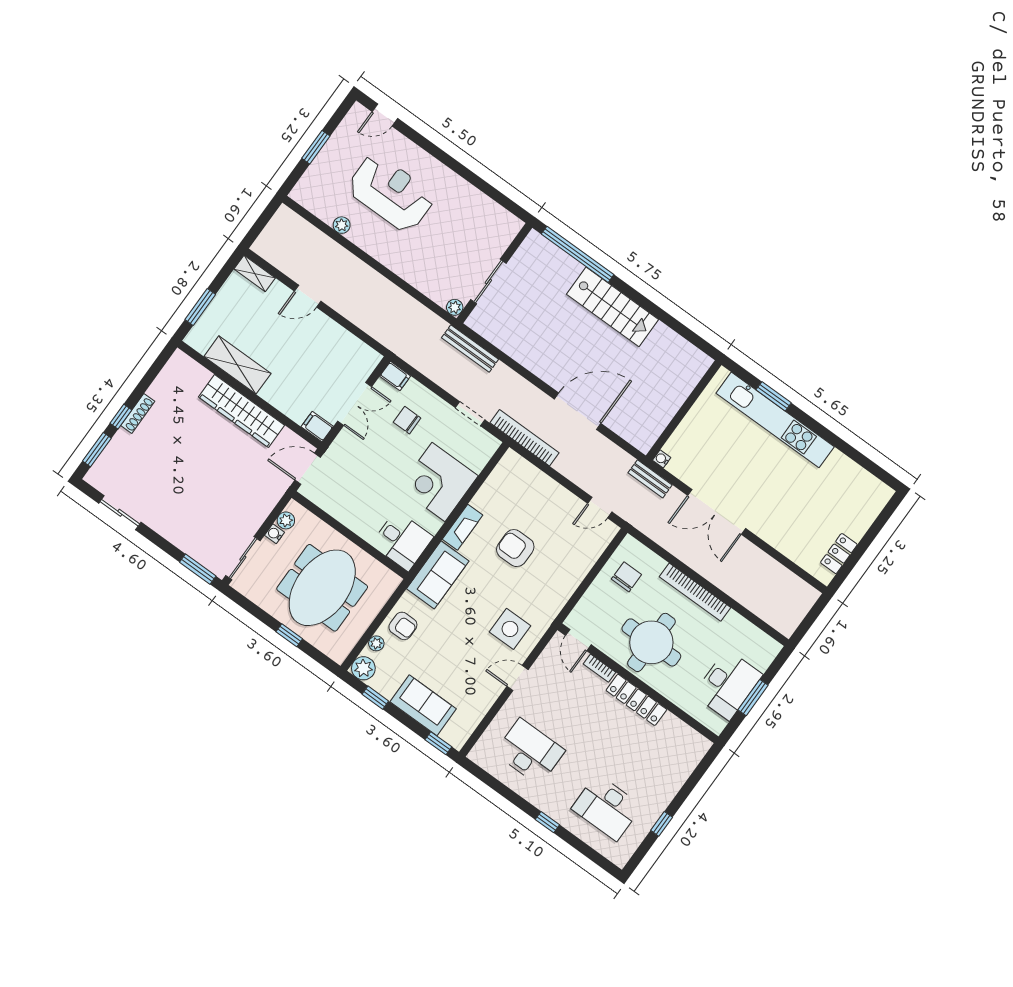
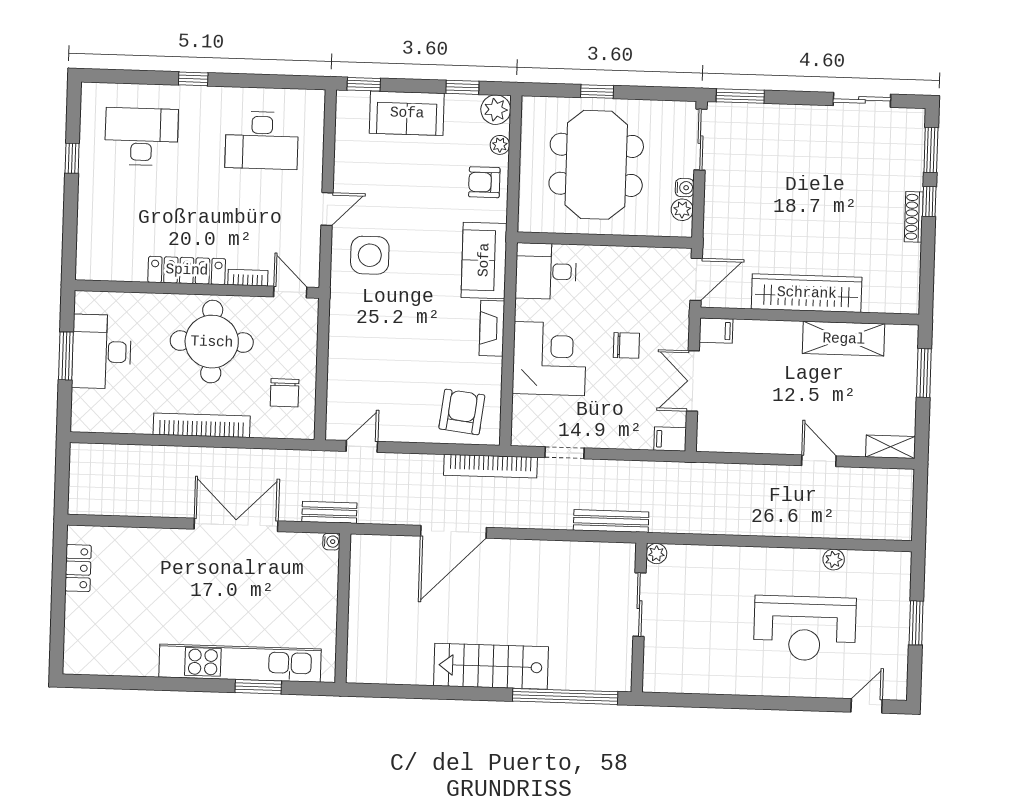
door: (308, 296) -> (819, 461), hinge flipped
chair: (407, 420) -> (626, 345), moved
armchair: (515, 548) -> (462, 412), moved, turned -83

